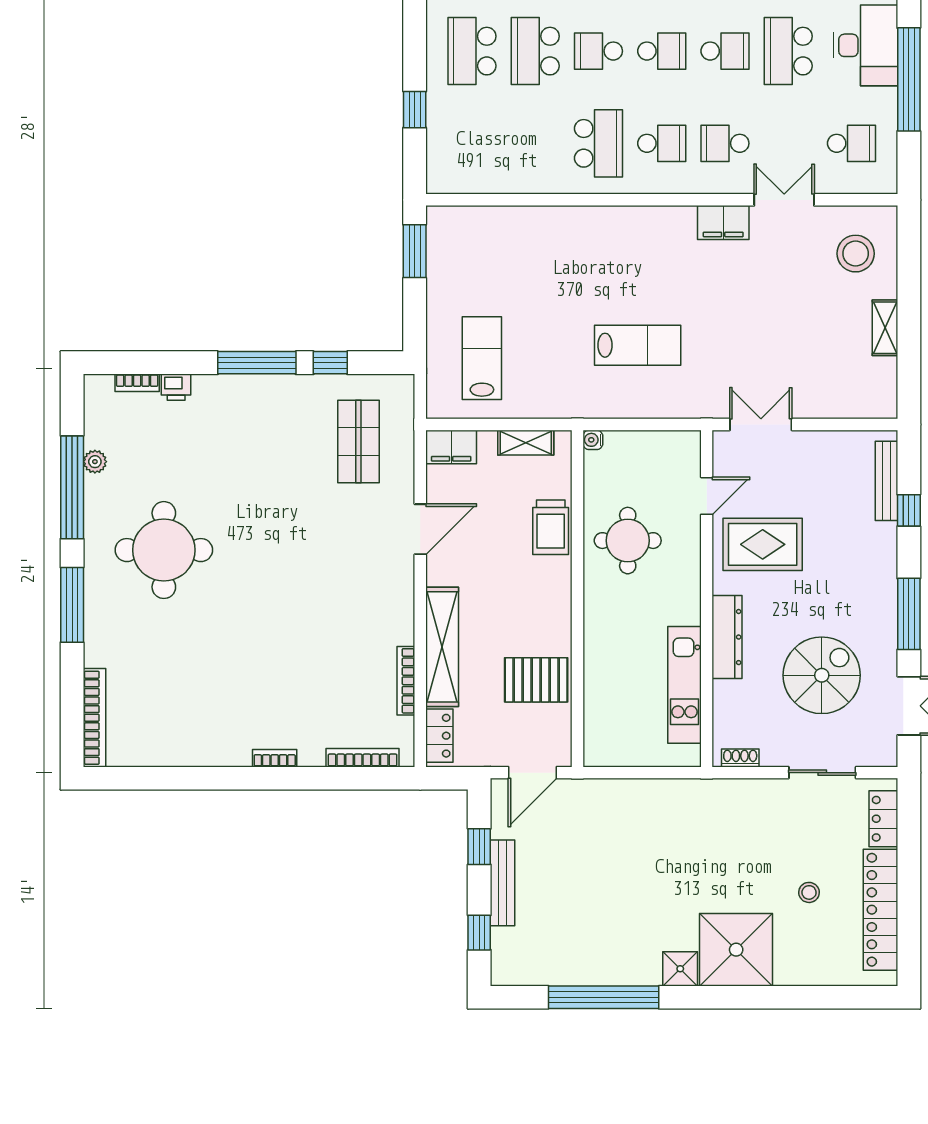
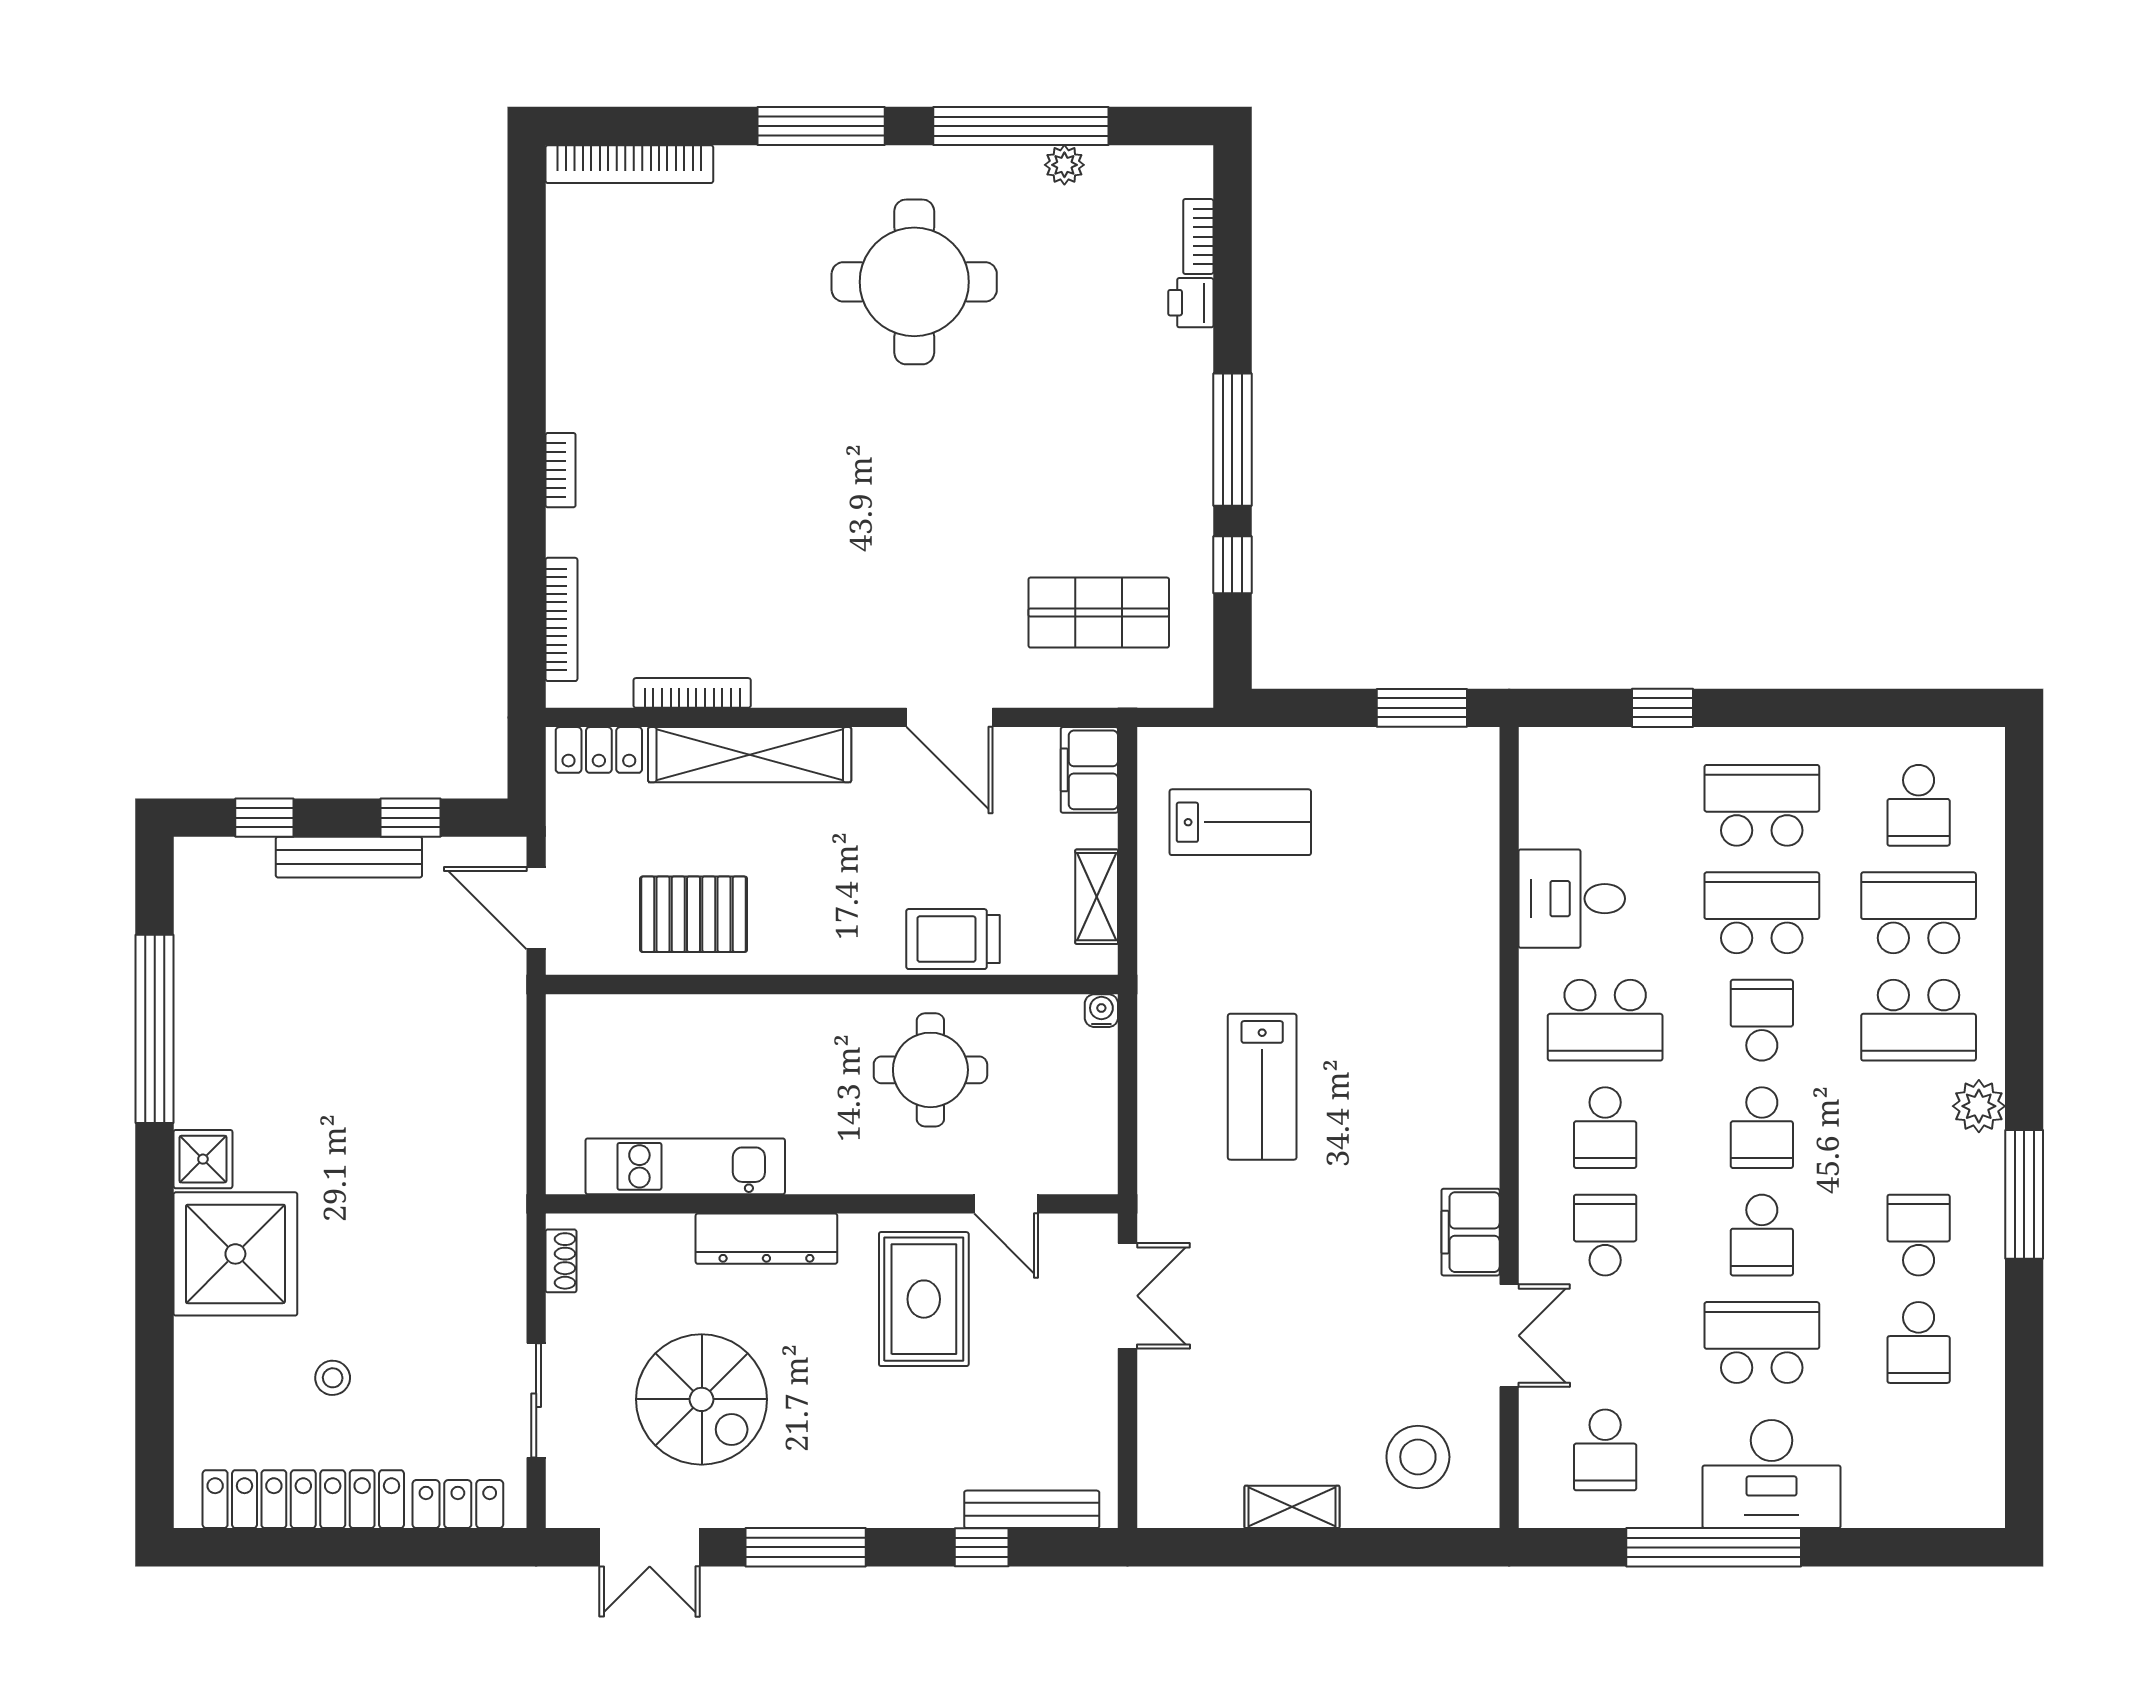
desk: (527, 163) -> (1572, 899), added
pallet: (536, 680) -> (694, 914), turned 90

